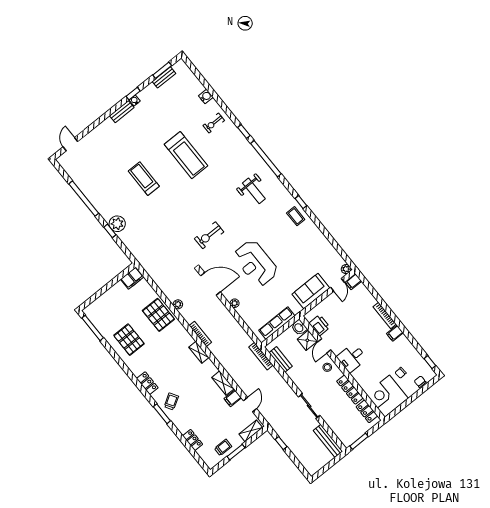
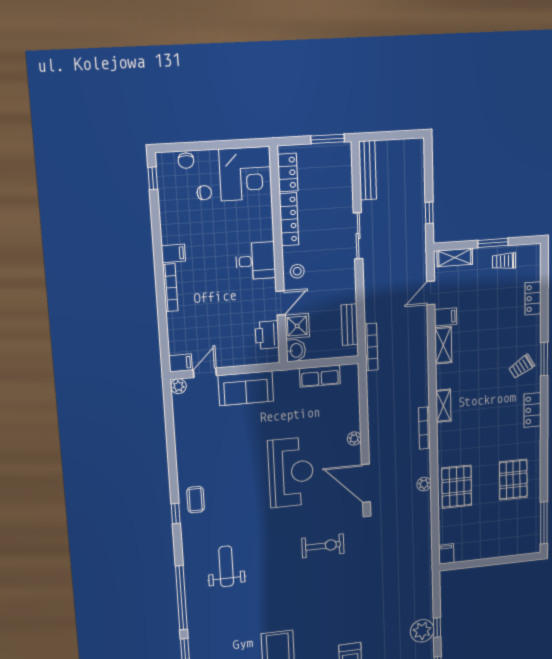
filing cabinet: (132, 278) -> (446, 554), width x0.50
row of seats: (277, 323) -> (320, 376), width x0.68

